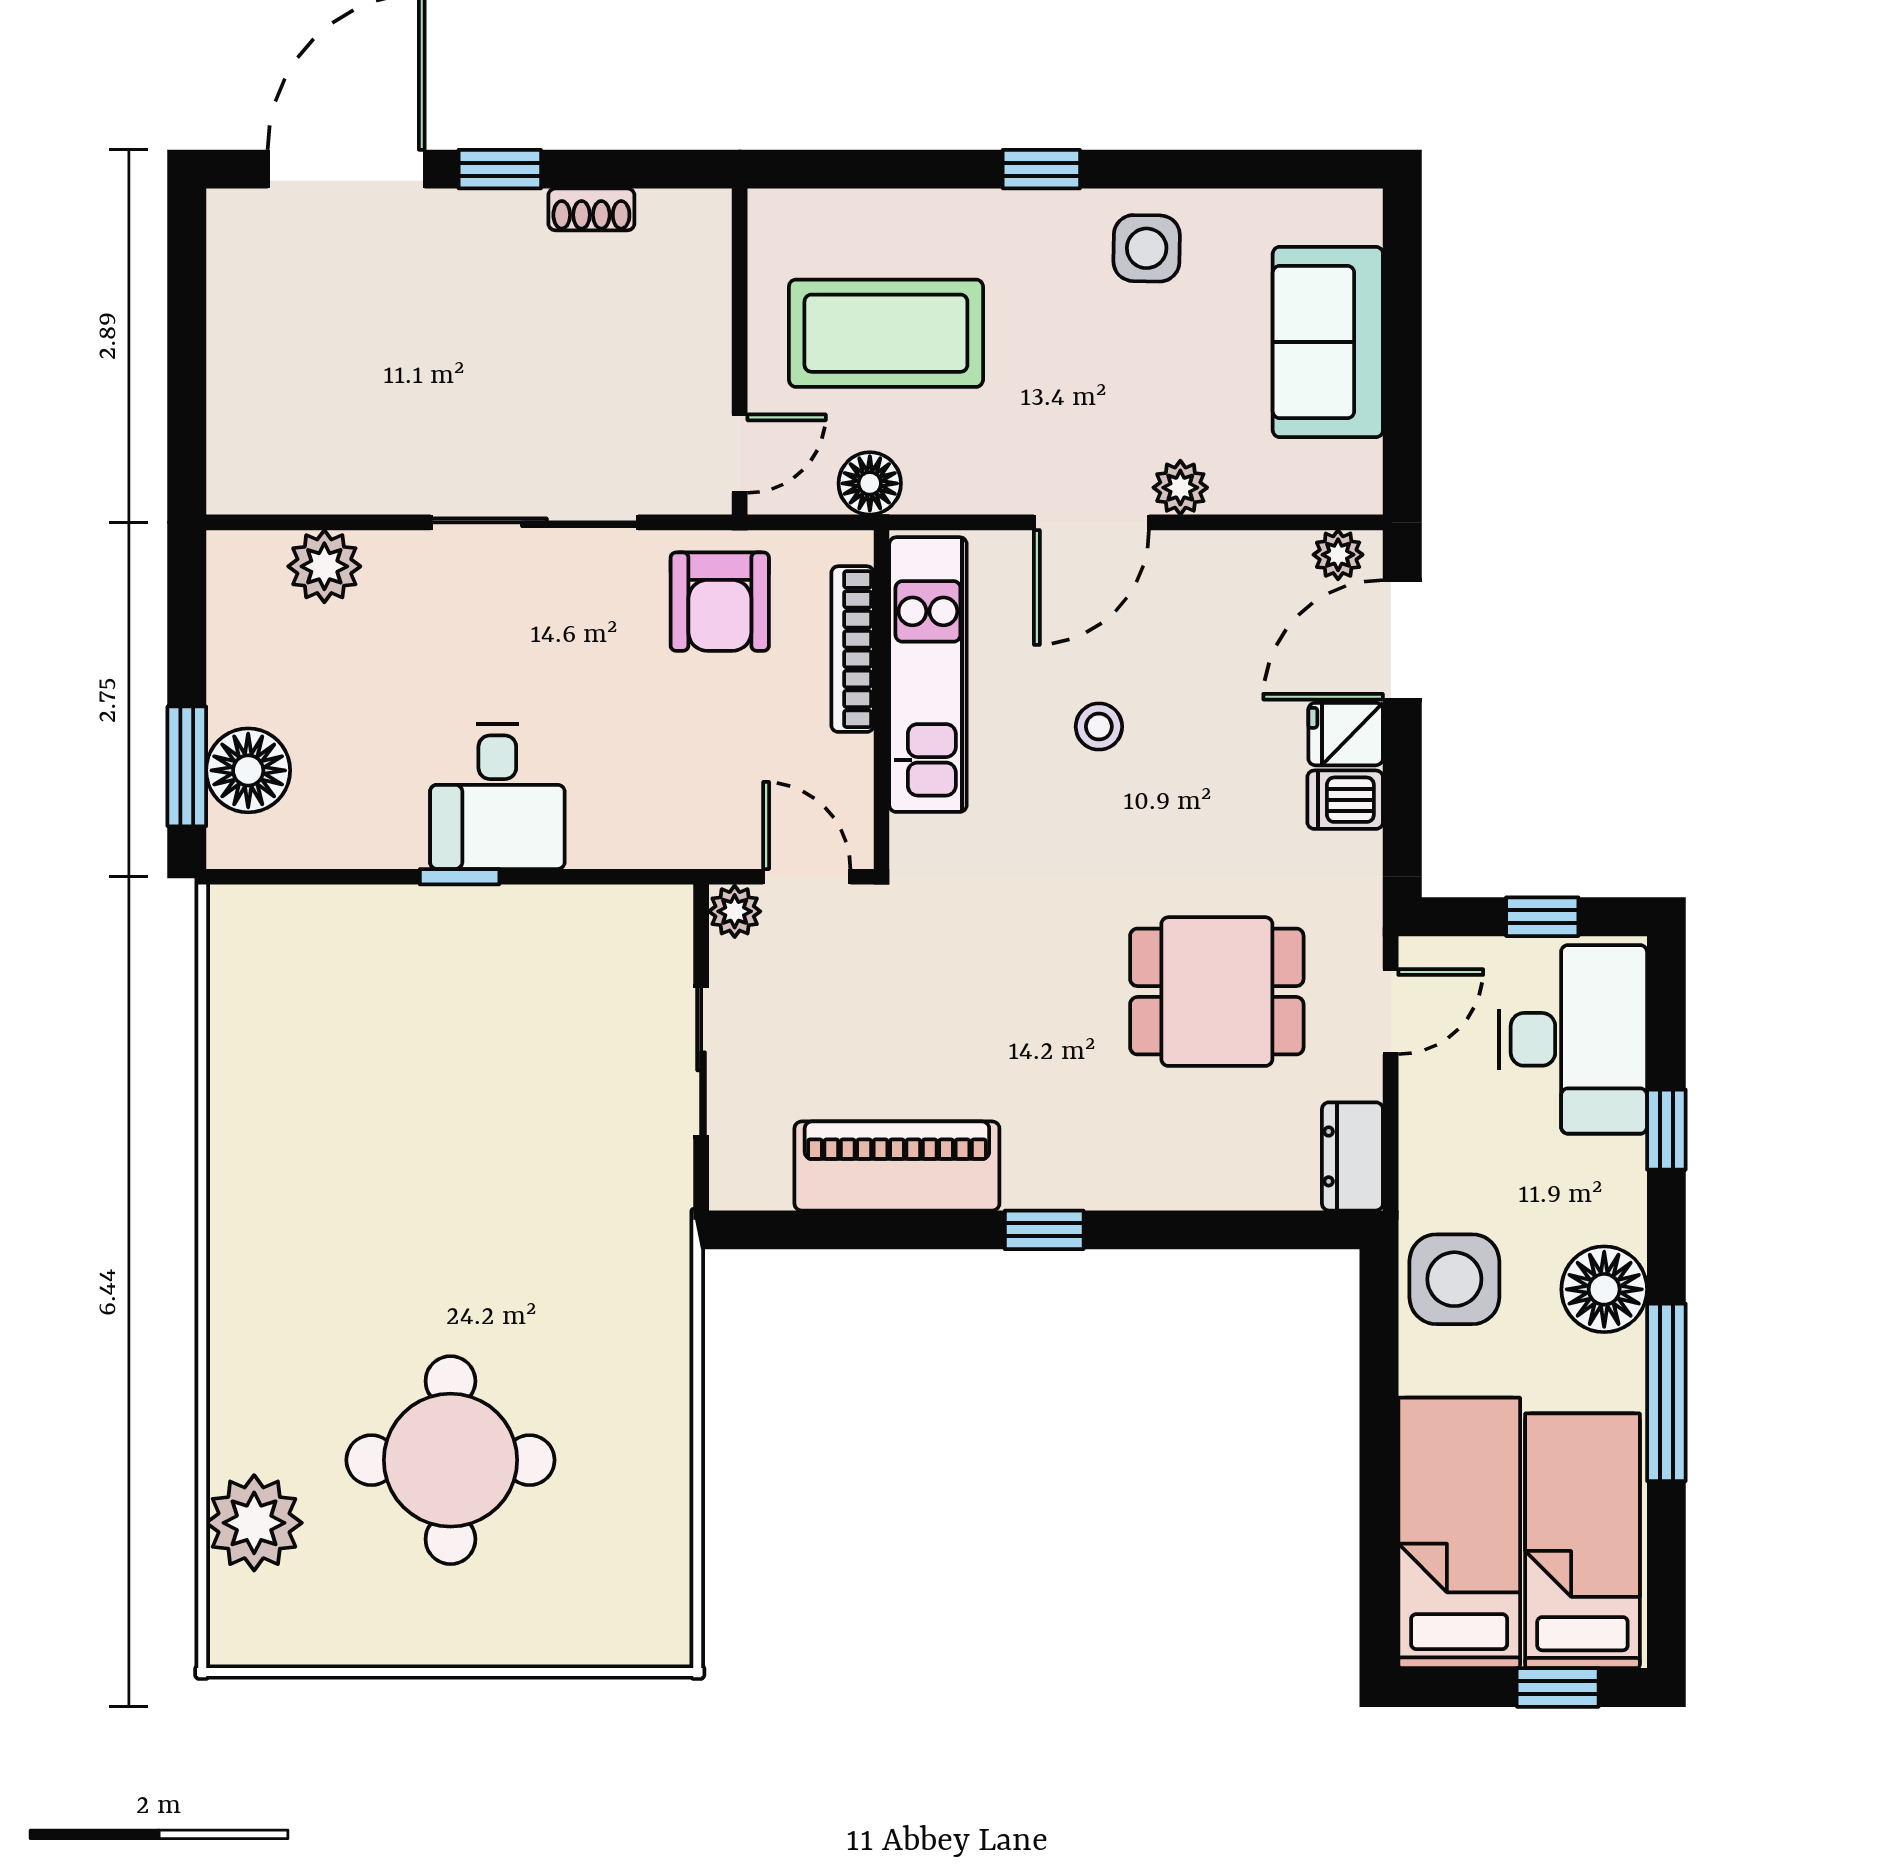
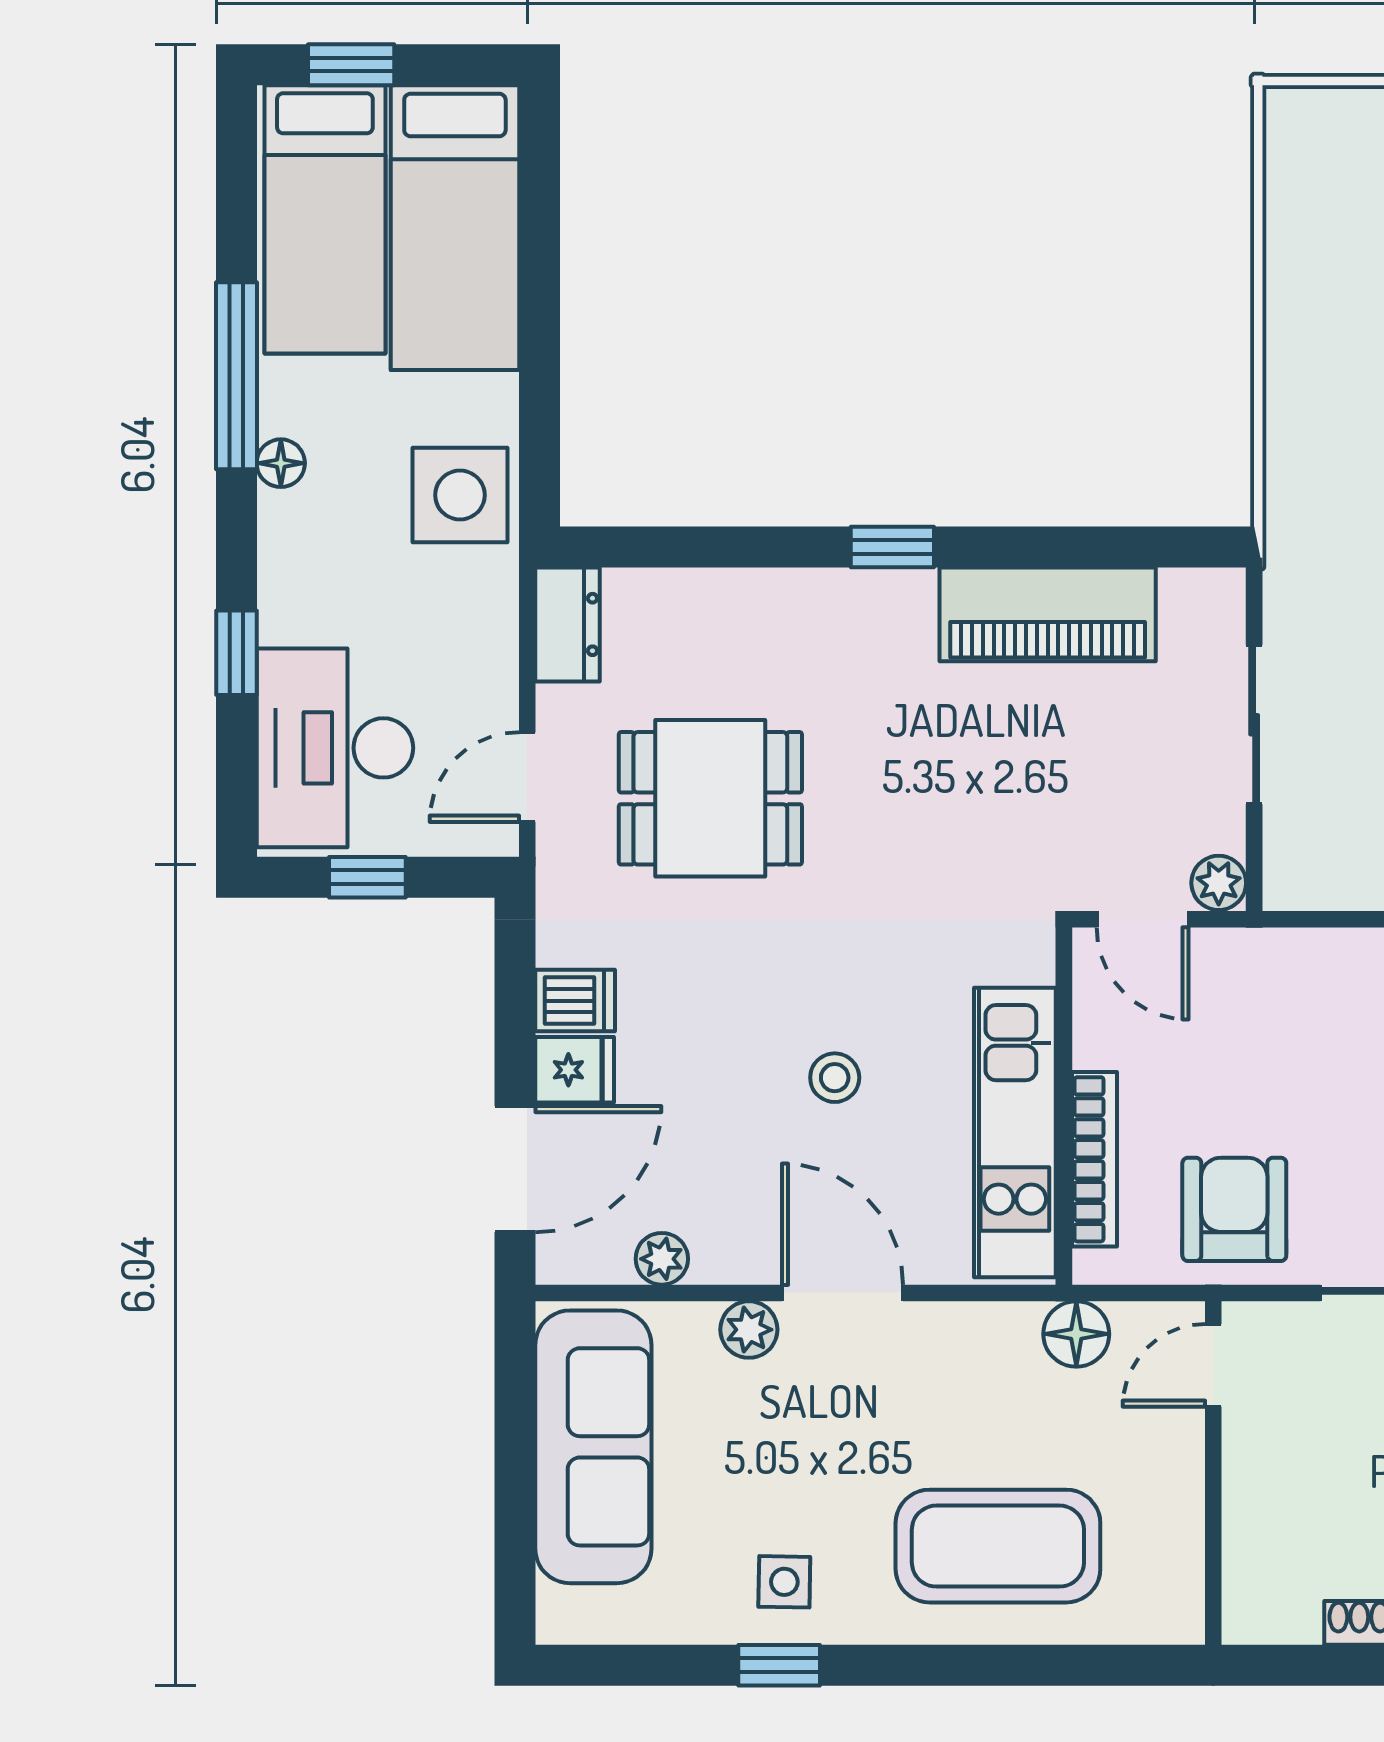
window: (1041, 169) -> (779, 1665), moved
side table: (1147, 248) -> (784, 1582), width x0.73, depth x0.73
coffee table: (886, 333) -> (998, 1546), moved
sofa: (1328, 342) -> (593, 1447), width x1.36
door: (1091, 522) -> (843, 1293), hinge flipped
plant: (1338, 555) -> (662, 1259), moved
floor lamp: (1604, 1289) -> (281, 463), width x0.53, depth x0.53

